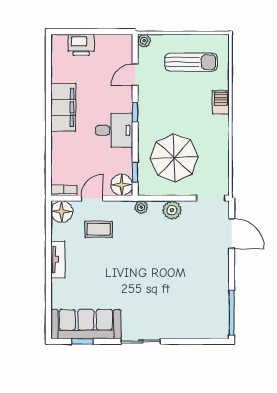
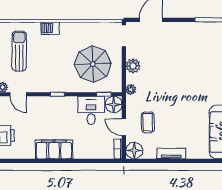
door: (135, 75) -> (18, 94), moved
desk: (114, 130) -> (91, 110), moved

